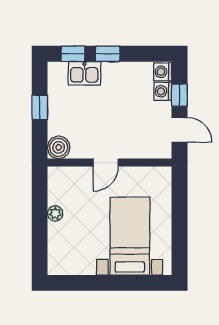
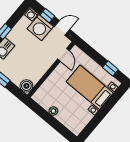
washing machine: (163, 91) -> (40, 28), width x1.89, depth x1.89
door: (106, 163) -> (63, 55), moved
window: (180, 243) -> (110, 68), added

